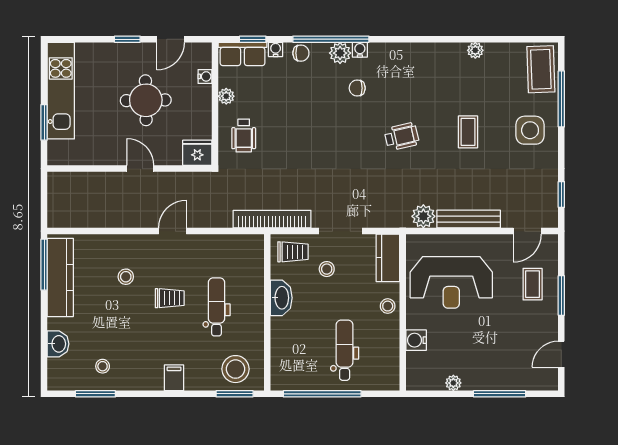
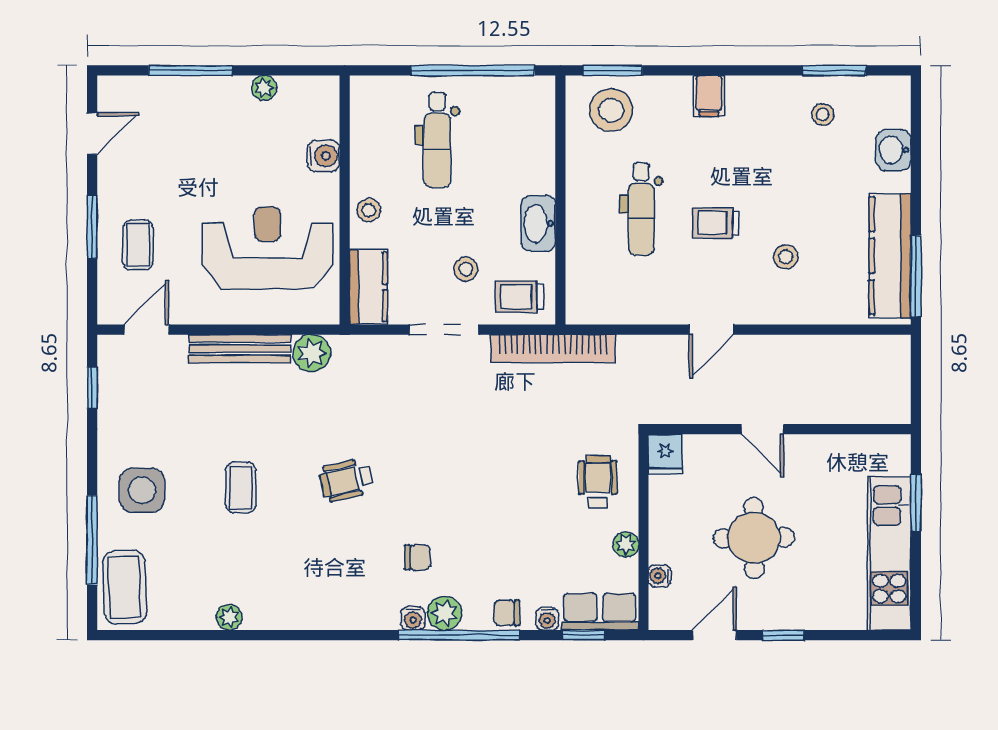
fridge: (197, 153) -> (665, 454), width x0.72

